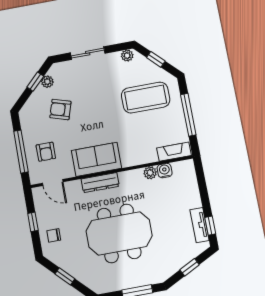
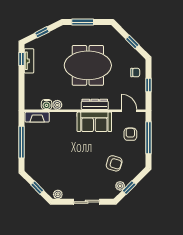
coffee table: (146, 98) -> (50, 161), removed

